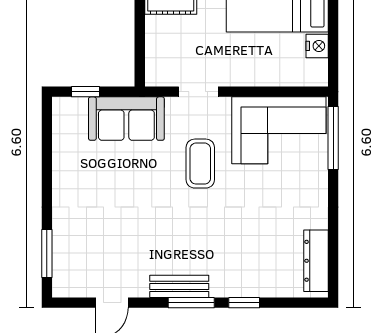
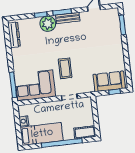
sofa: (126, 119) -> (109, 81), moved
plant: (230, 278) -> (48, 24), added

